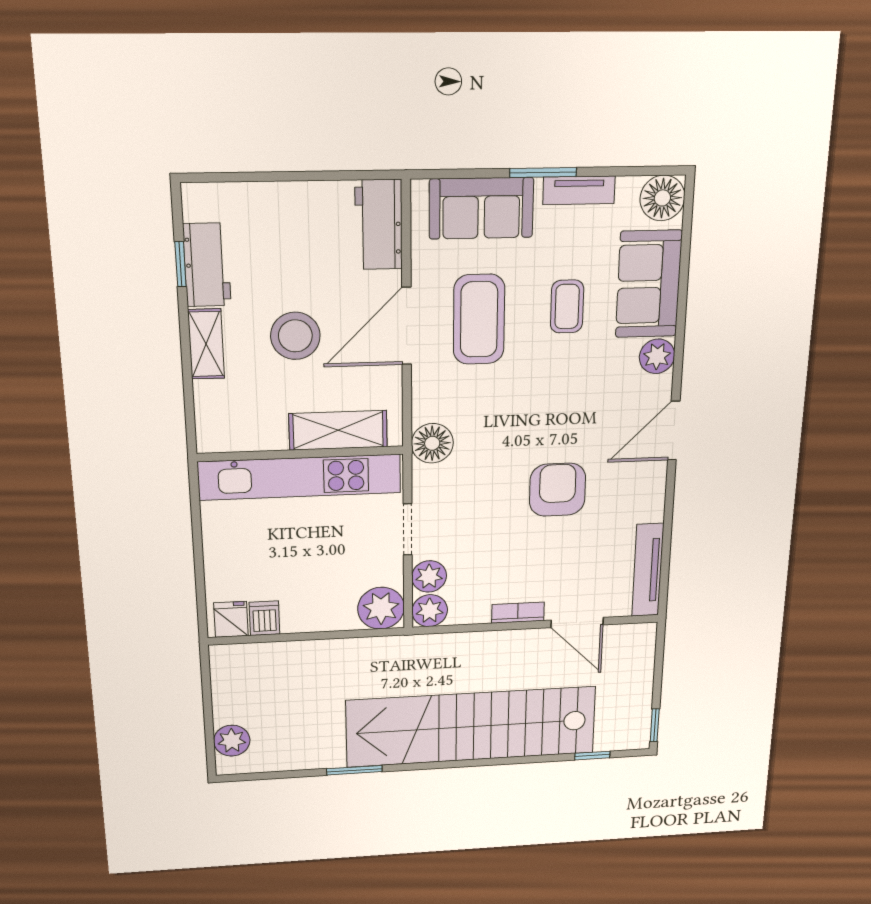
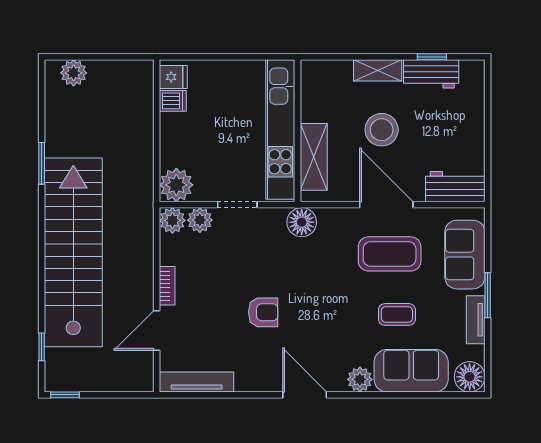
armchair: (558, 490) -> (263, 312), width x0.72, depth x0.72

